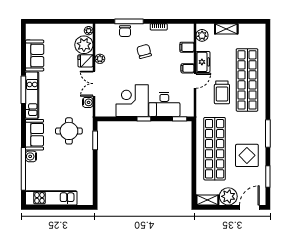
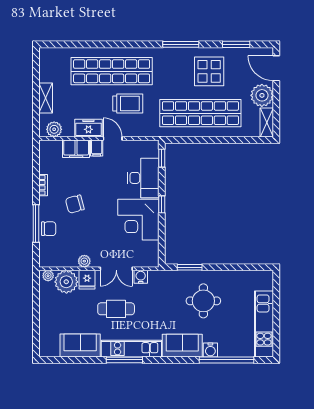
filing cabinet: (187, 47) -> (76, 149), width x2.00
cafe table: (63, 83) -> (116, 309), added
round table: (69, 131) -> (203, 301), moved

